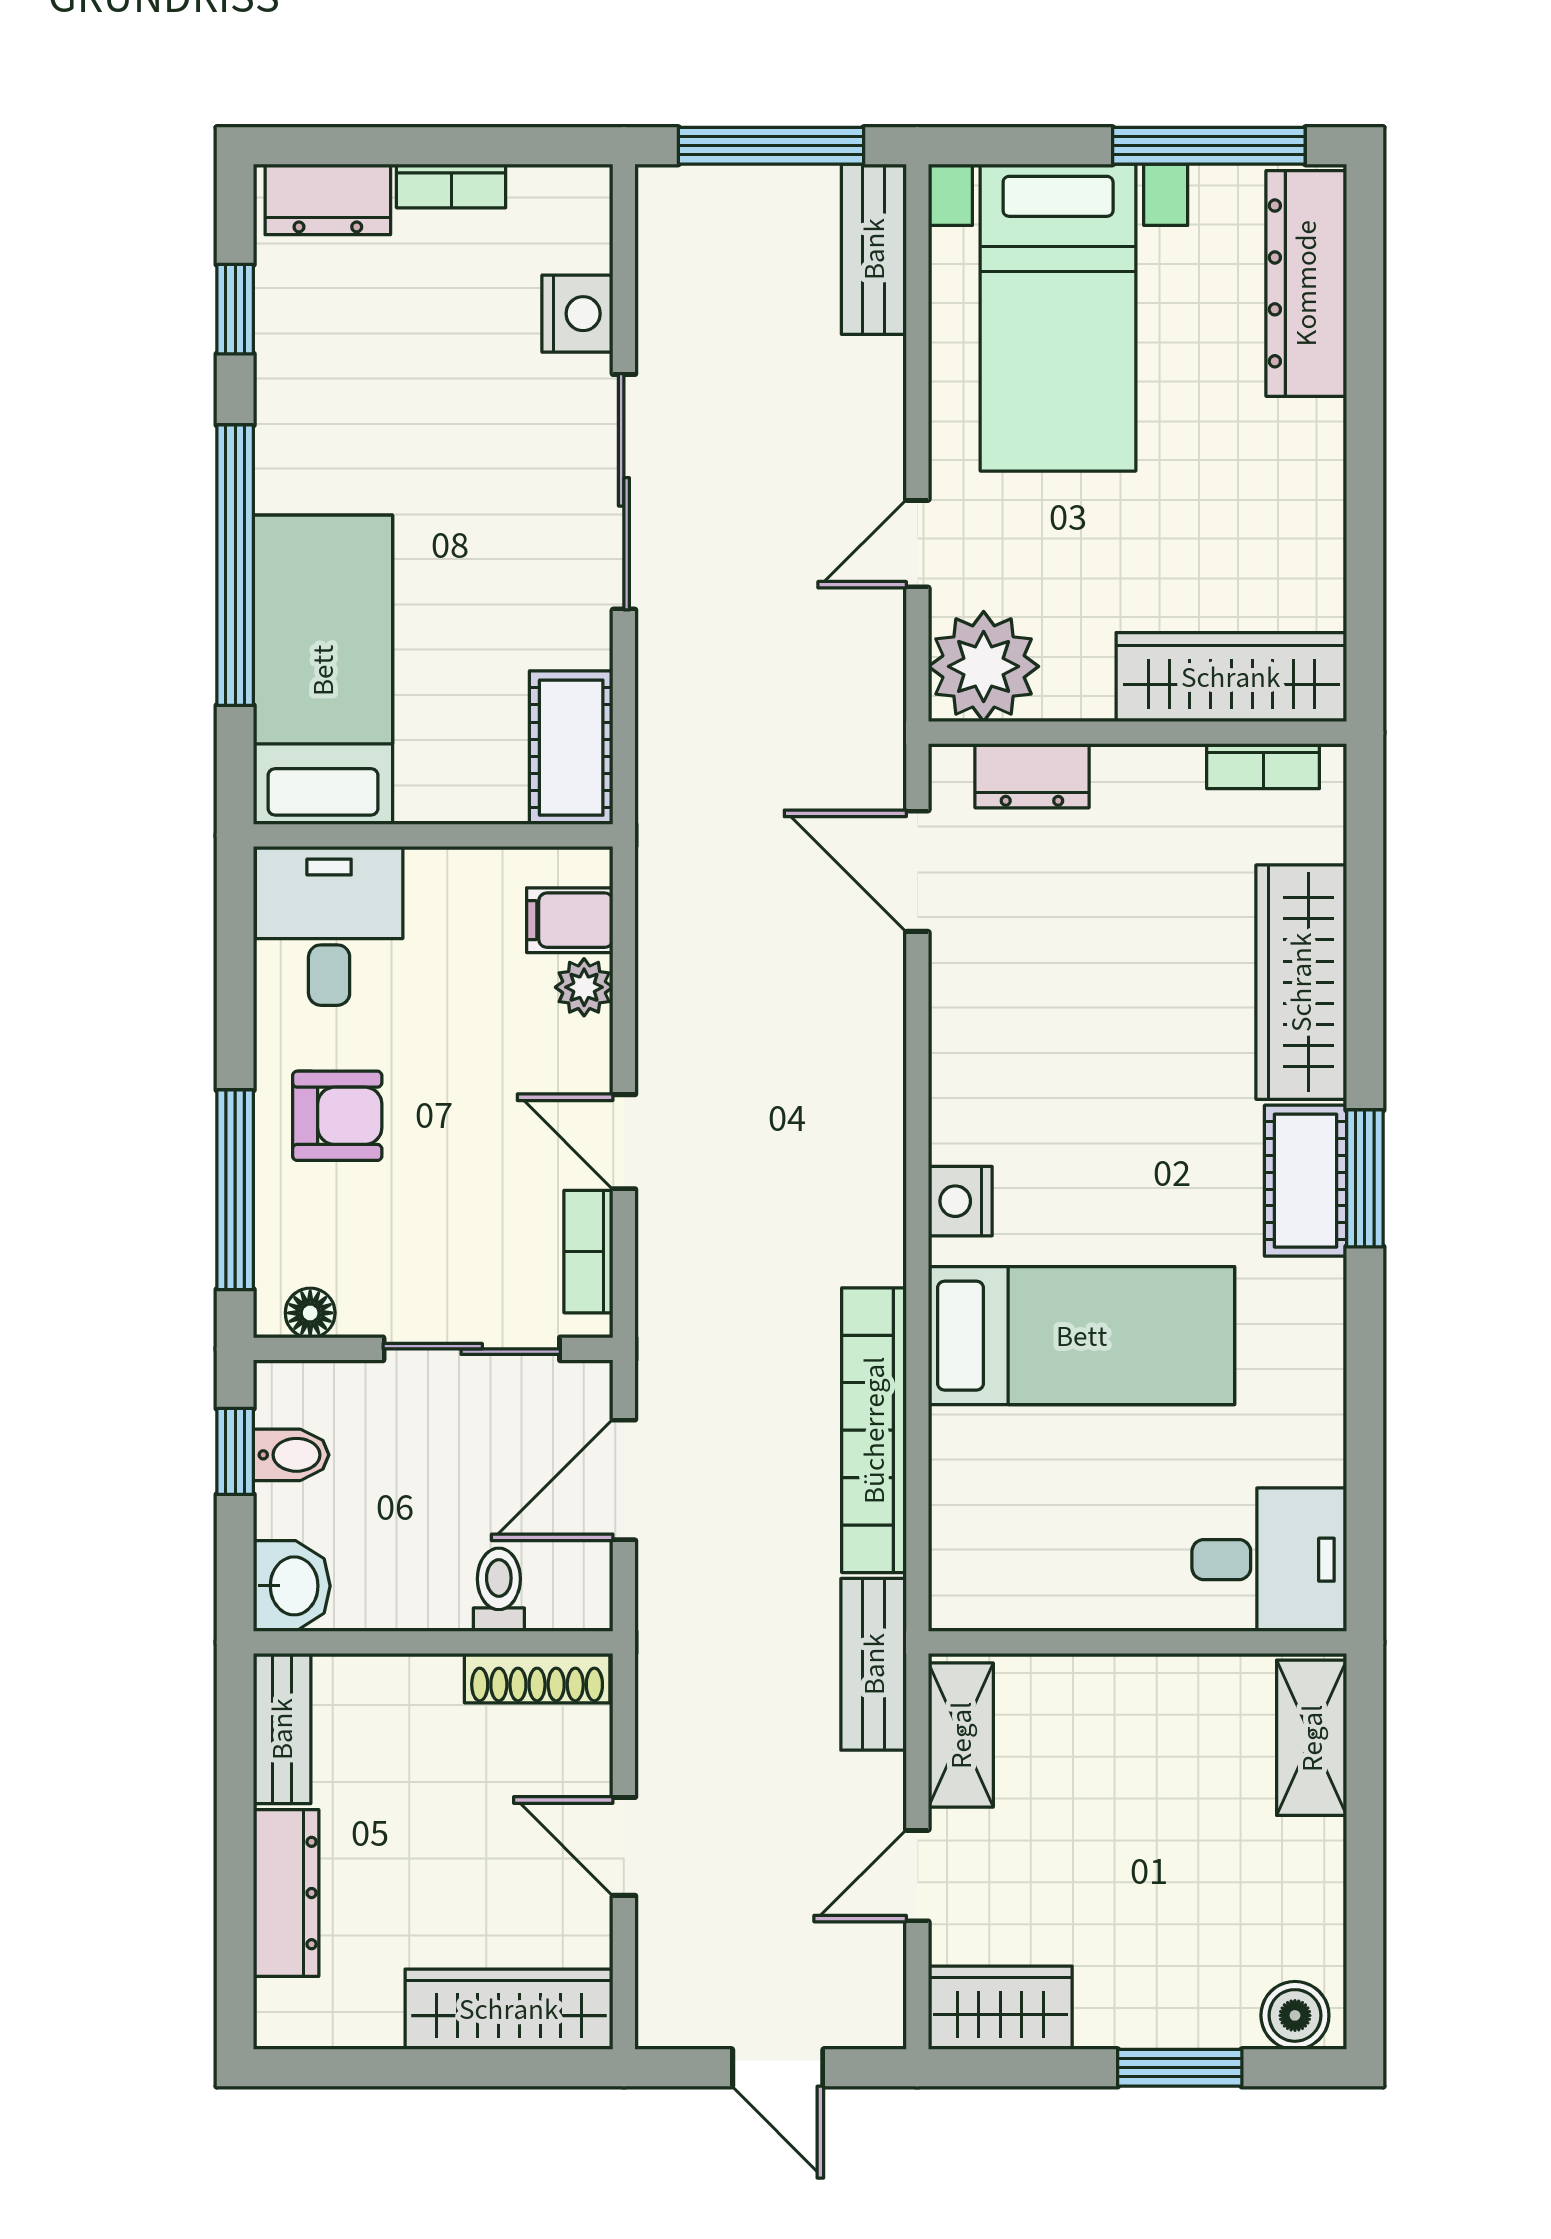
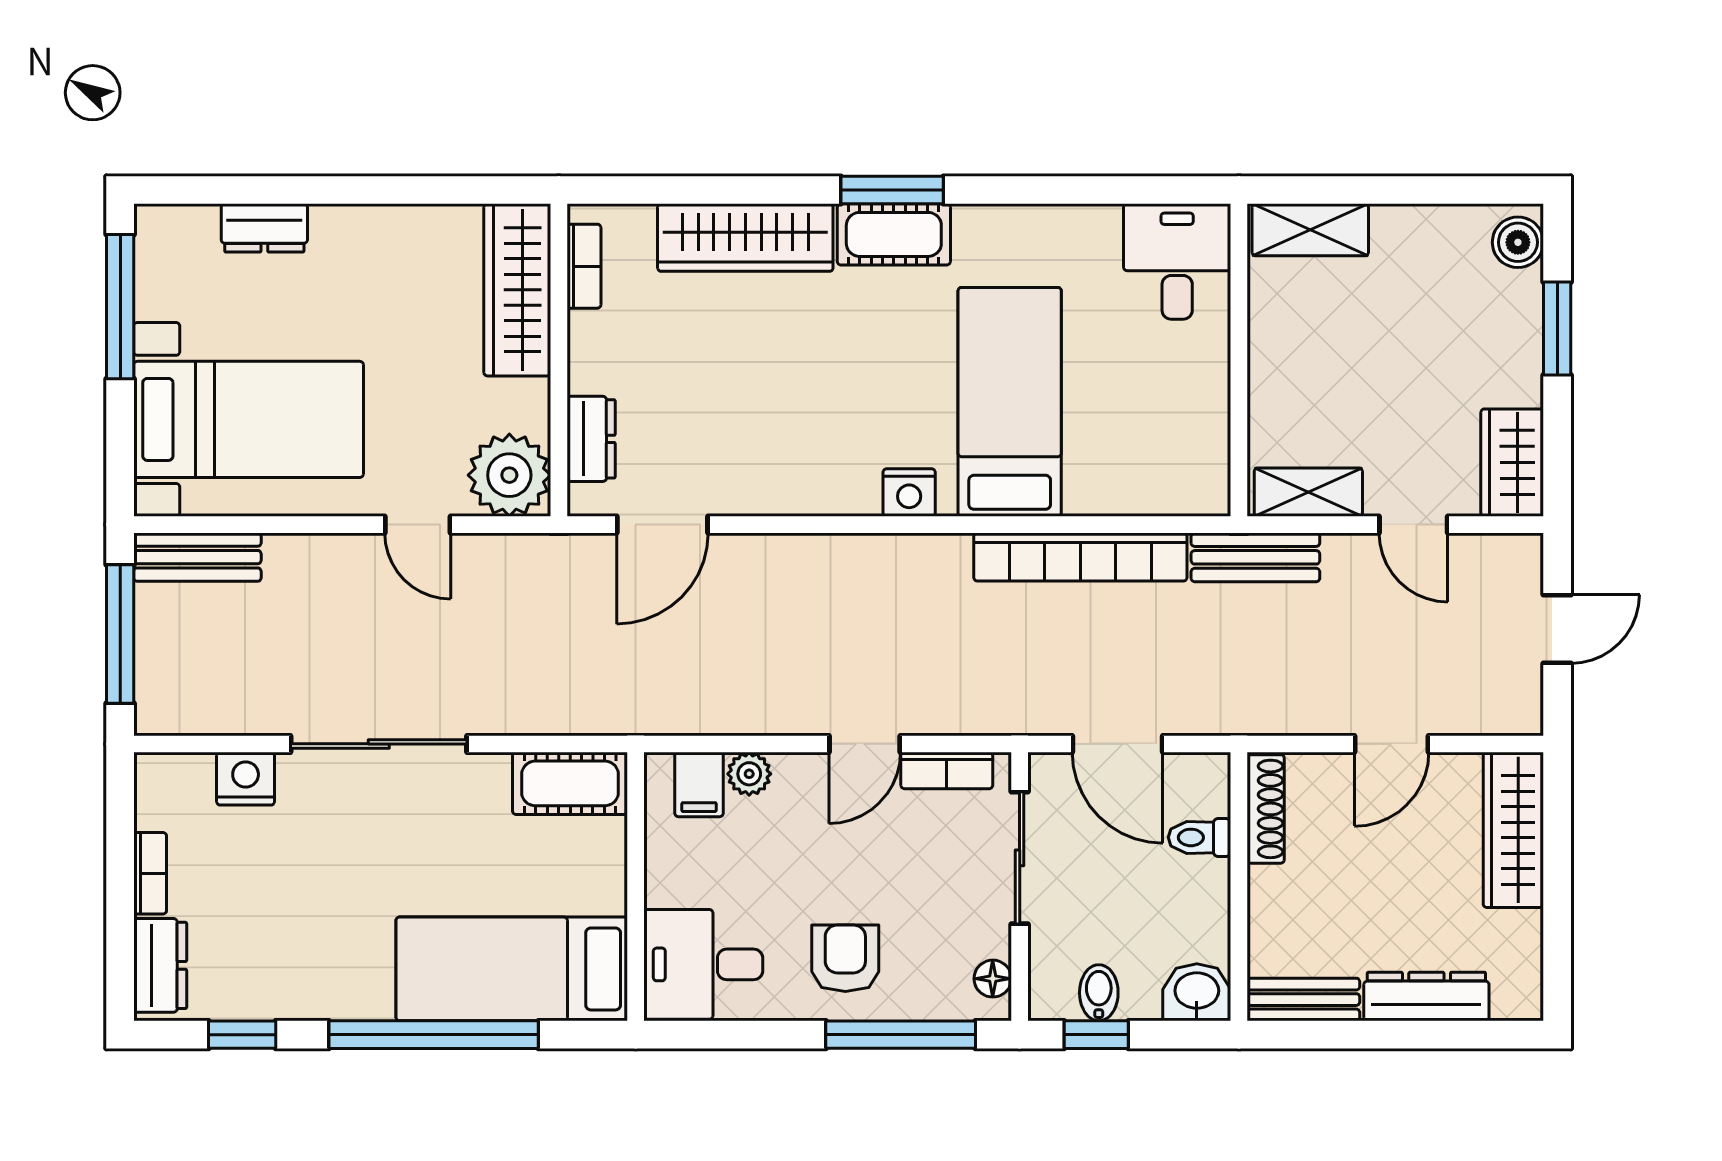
dresser: (1306, 283) -> (264, 228), width x0.51, depth x0.80

